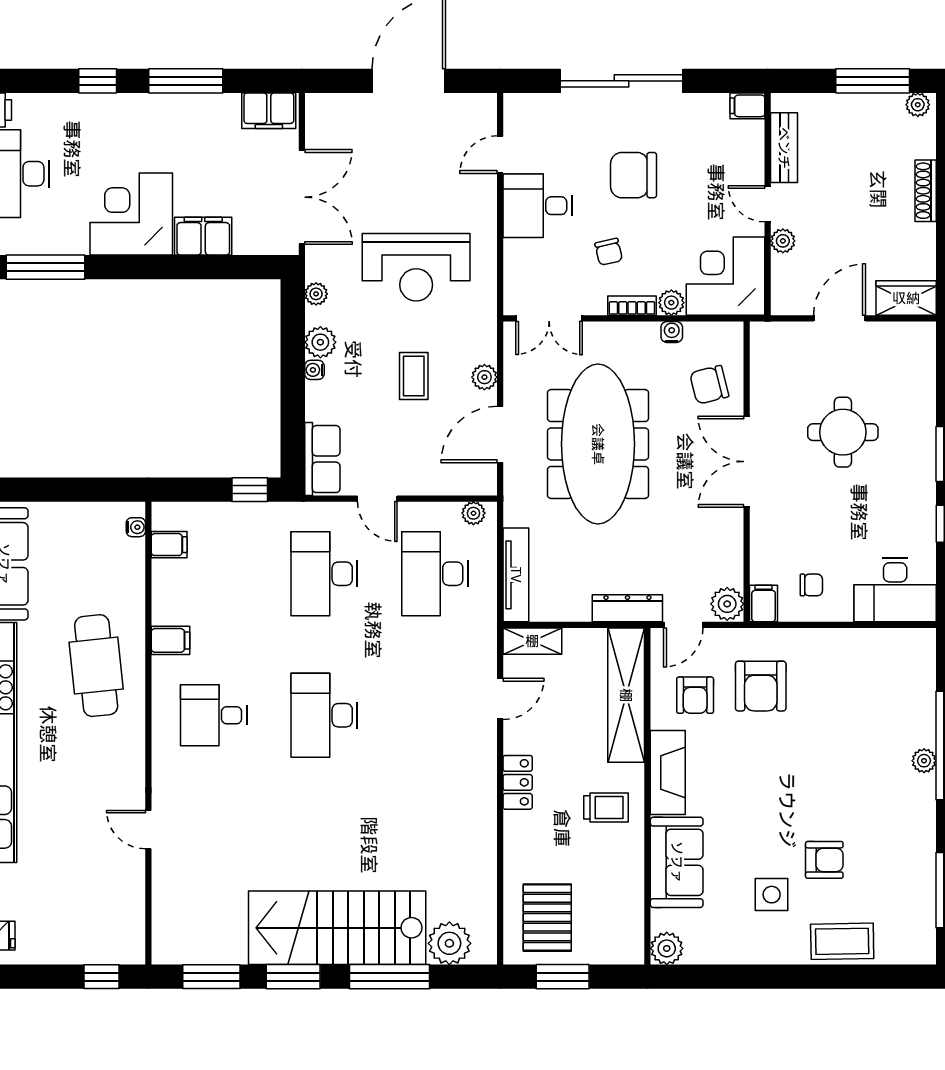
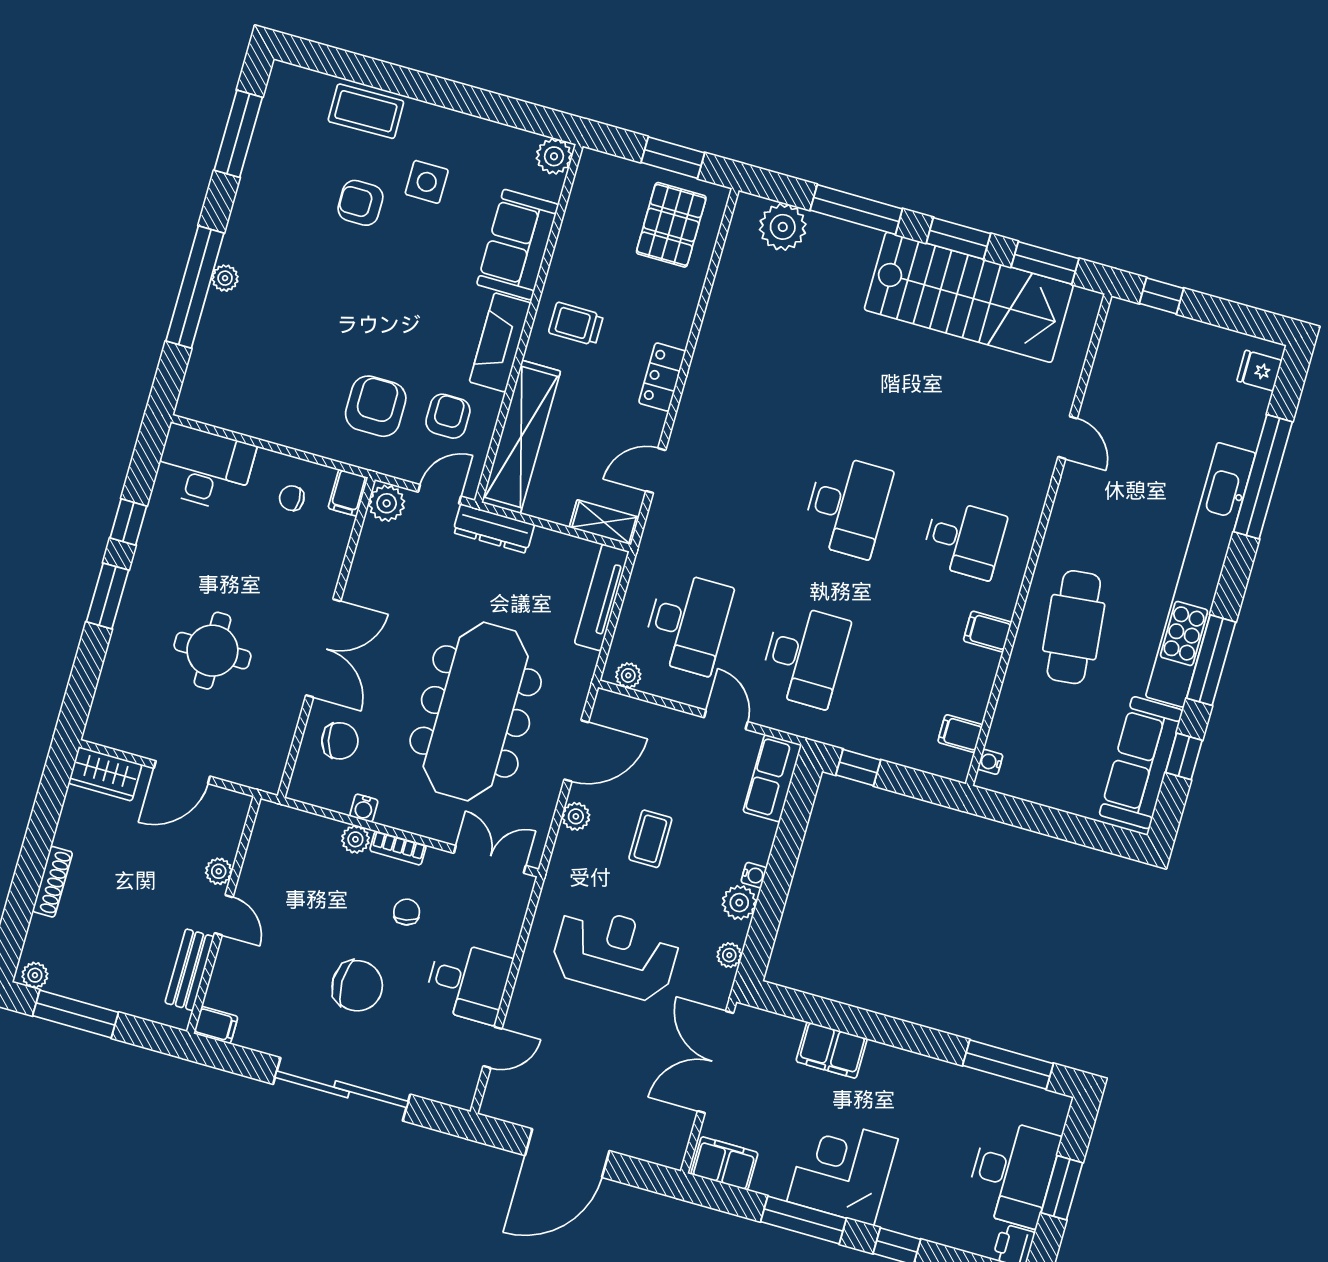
corner desk: (131, 214) -> (842, 1170), moved, turned 180
corner desk: (726, 276) -> (290, 851), removed
stairs: (337, 928) -> (969, 297), moved

